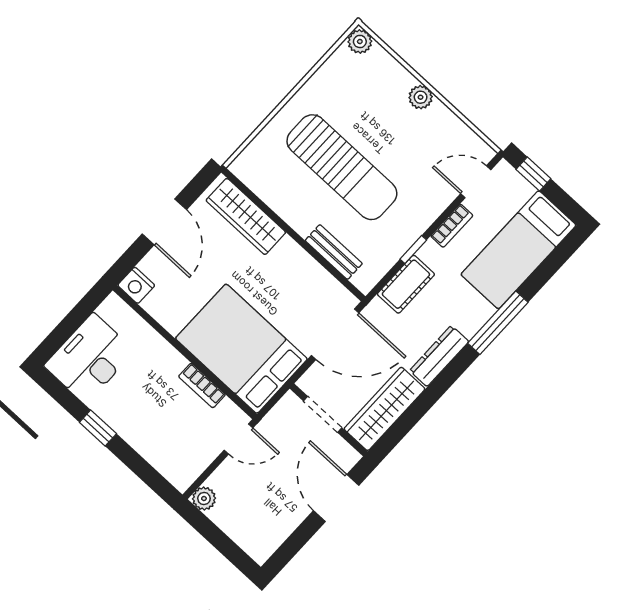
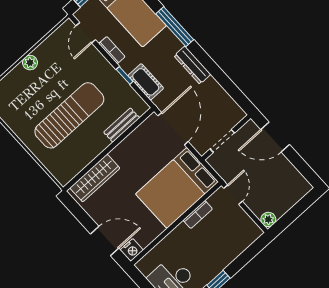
door: (164, 222) -> (105, 241), moved
wardrobe: (384, 409) -> (222, 102), removed

